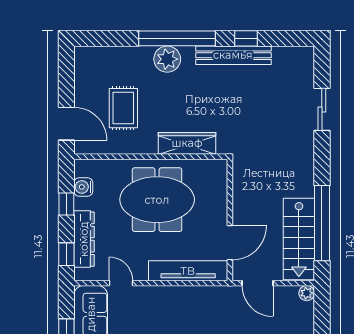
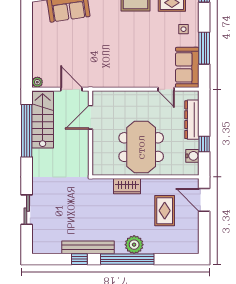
wardrobe: (187, 143) -> (127, 186), width x0.67
meeting table: (157, 200) -> (141, 147), turned 90
window: (66, 254) -> (204, 109), removed
tv unit: (188, 271) -> (120, 98), removed

